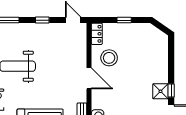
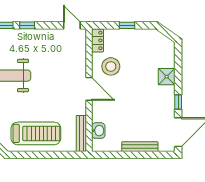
window: (42, 20) -> (27, 25), moved
shower: (160, 91) -> (167, 77), moved

